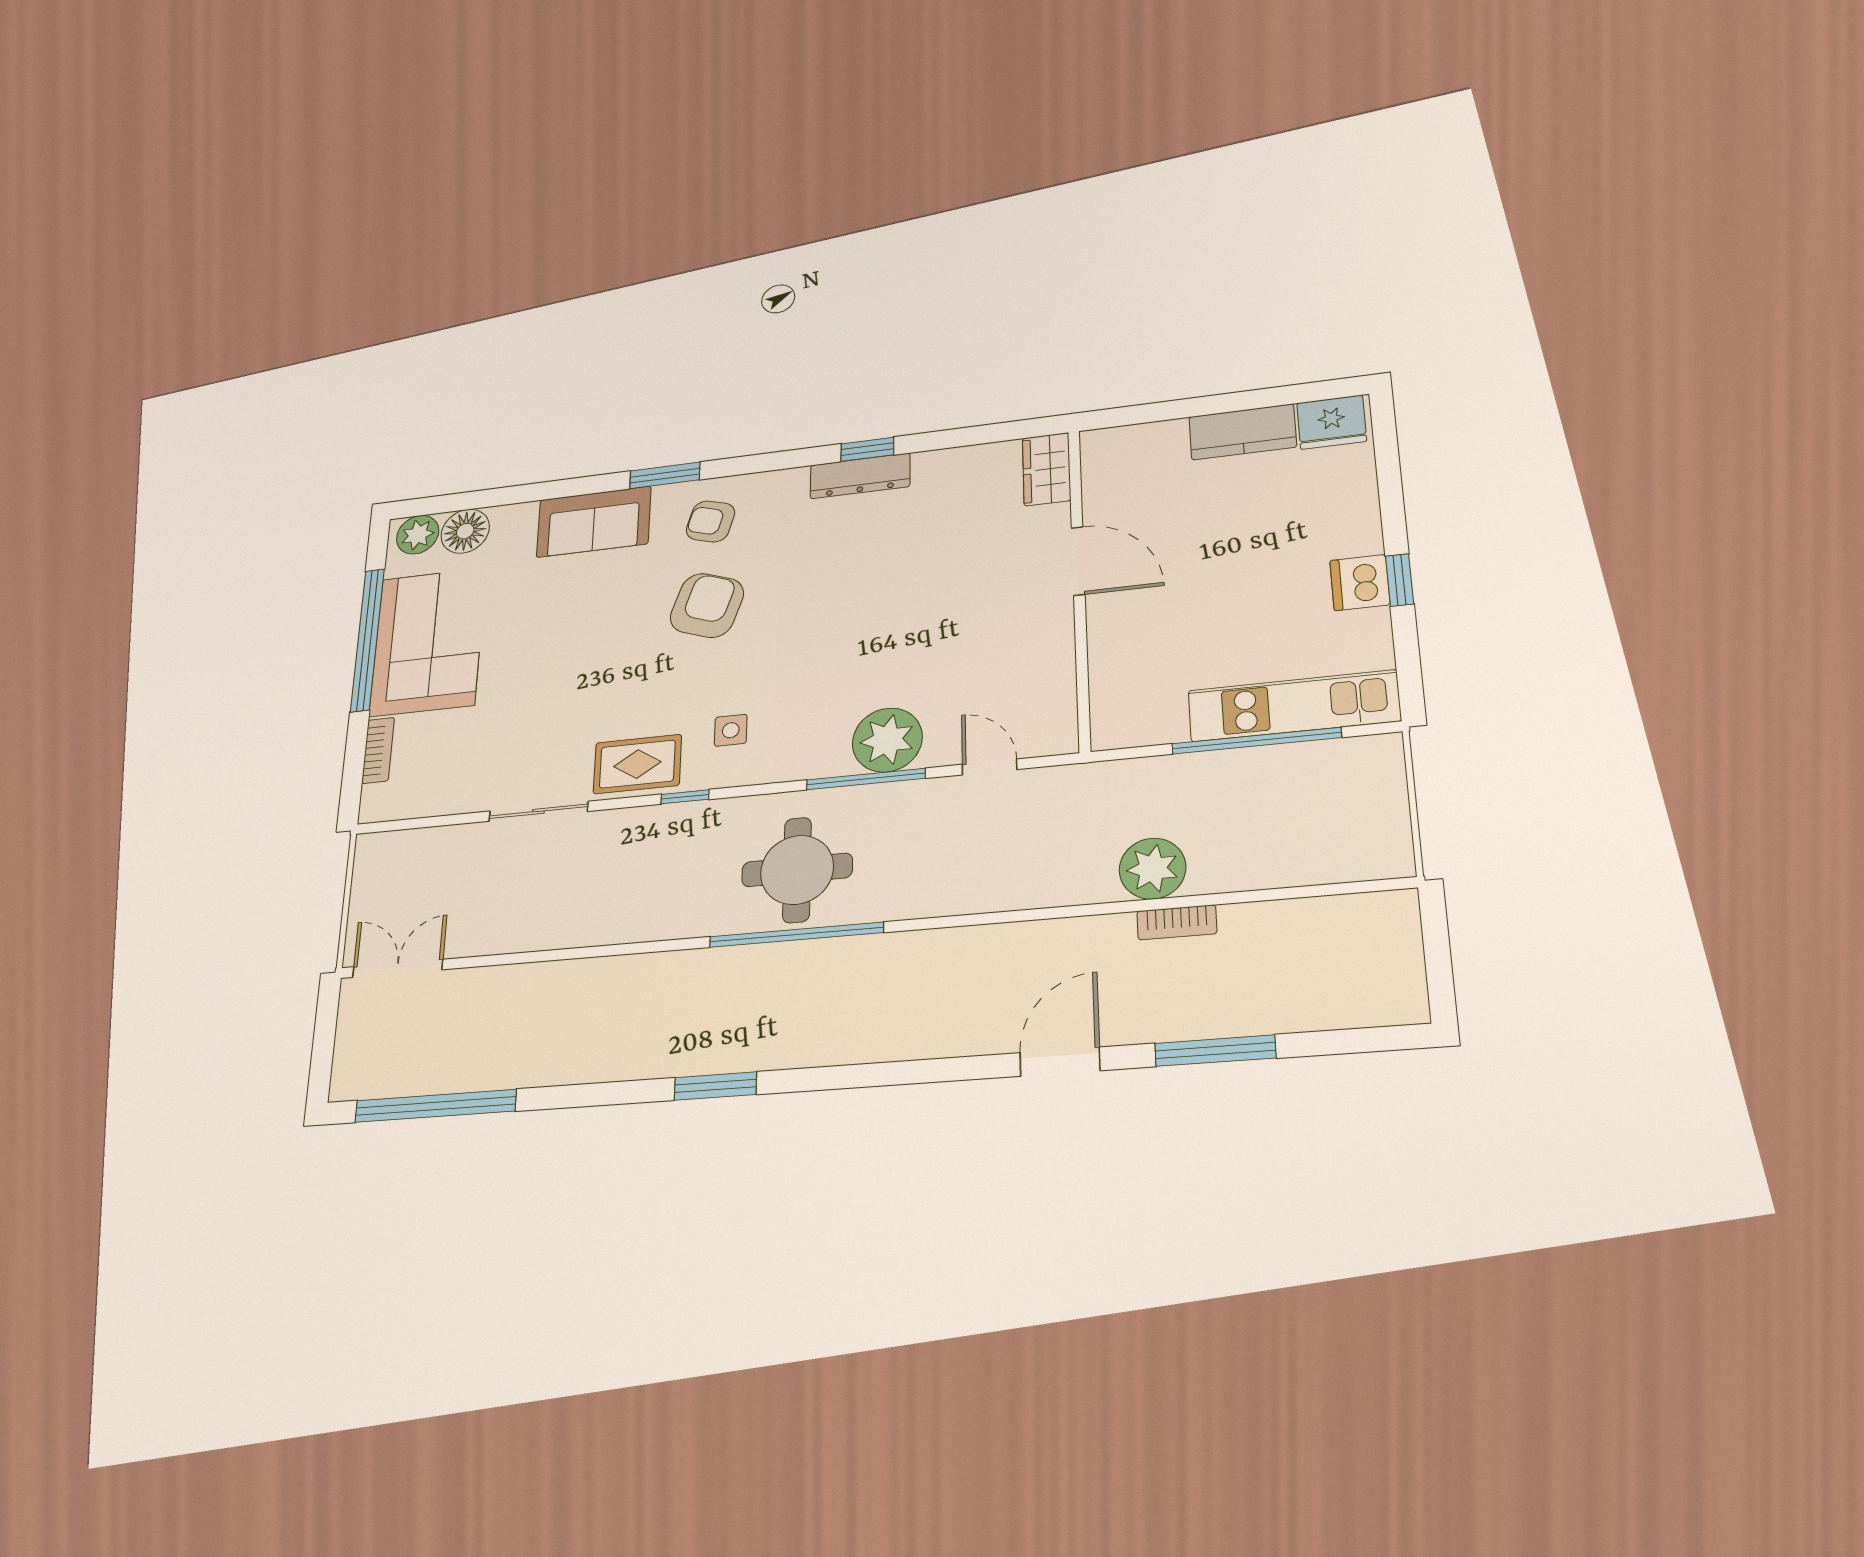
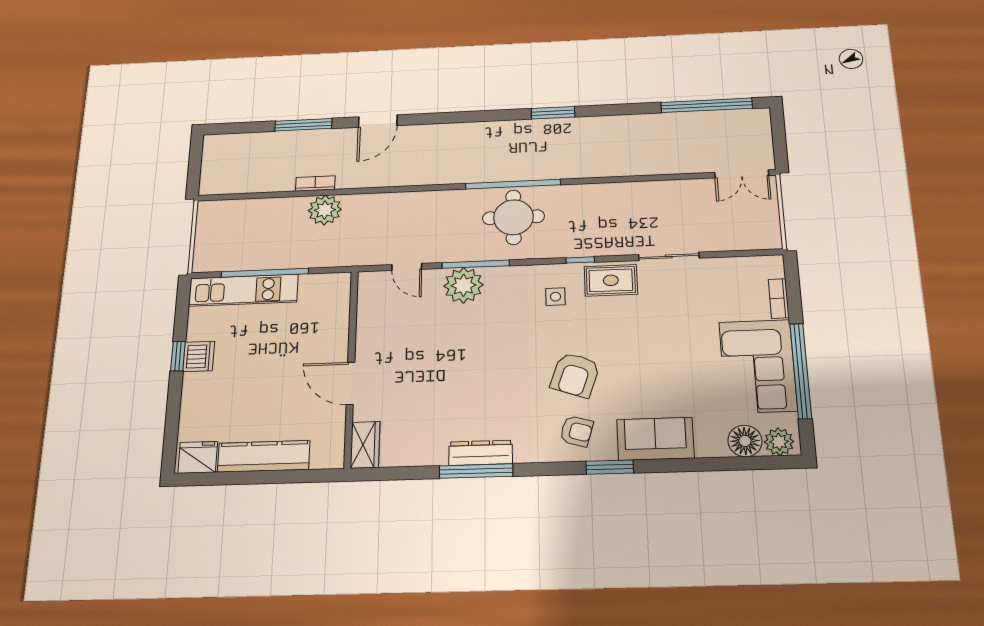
kitchen counter: (1243, 432) -> (264, 456), width x1.50
window: (867, 449) -> (476, 471), width x2.17

